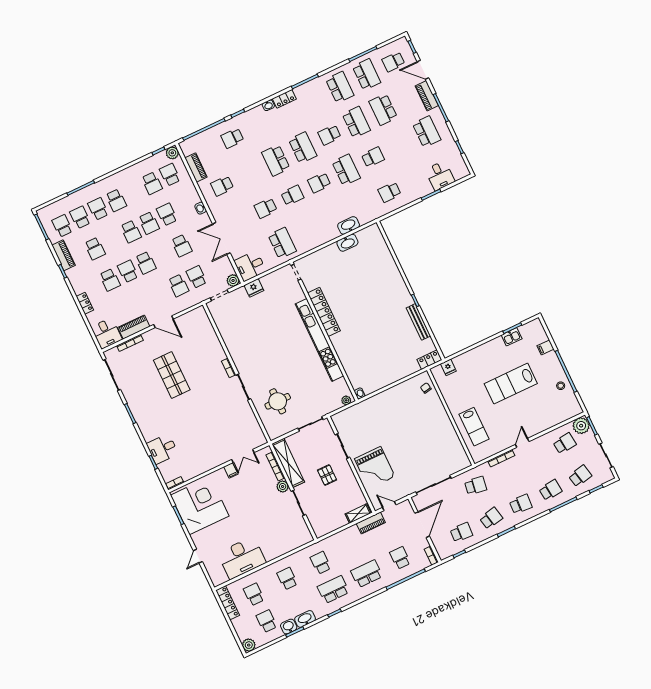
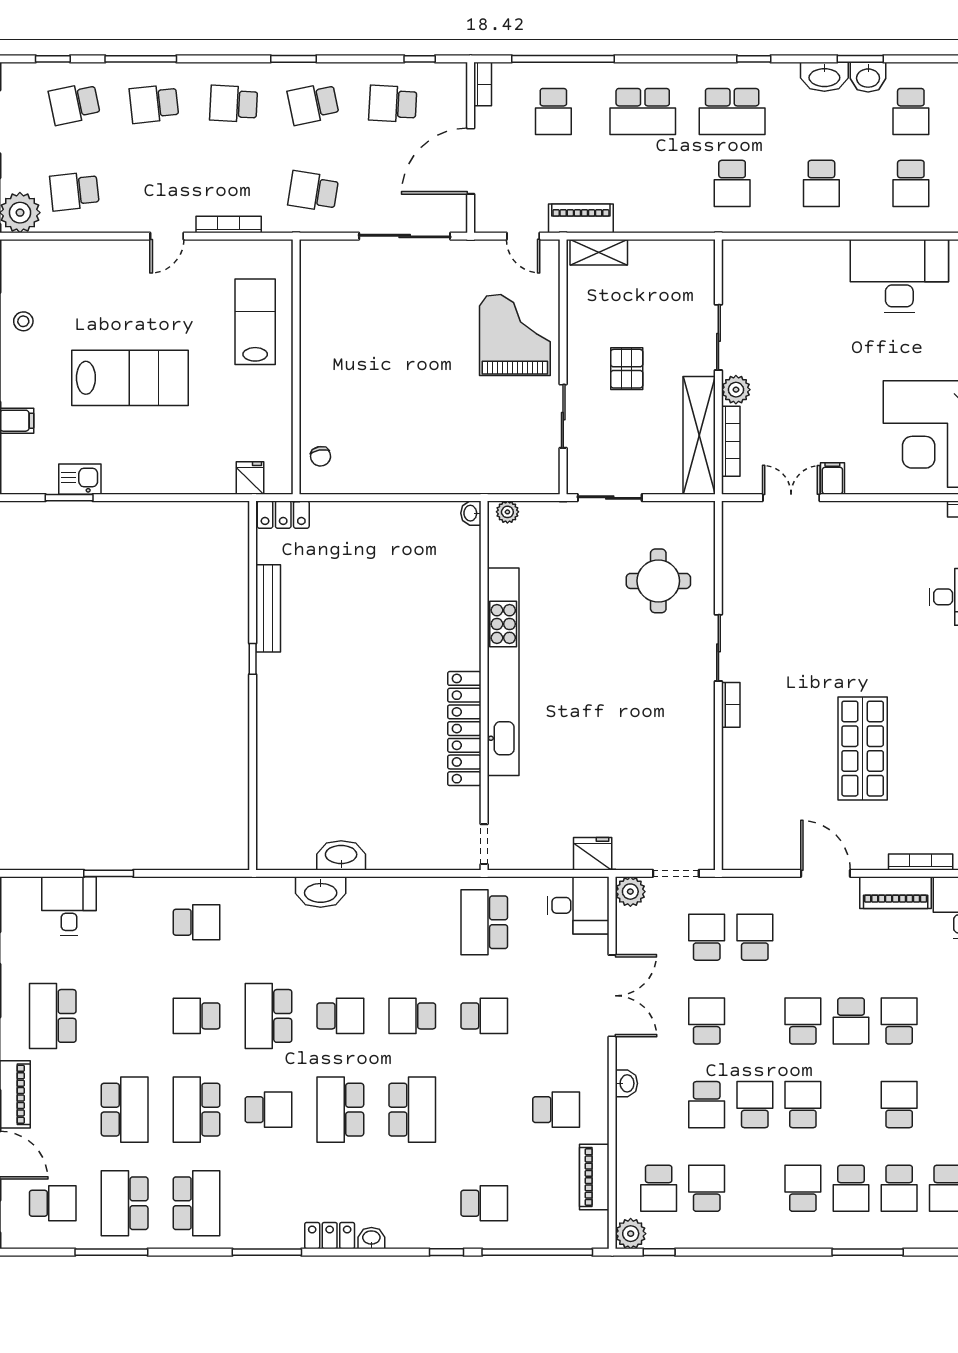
school desk: (340, 87) -> (197, 1203), turned 180
school desk: (196, 277) -> (707, 937), turned 180

